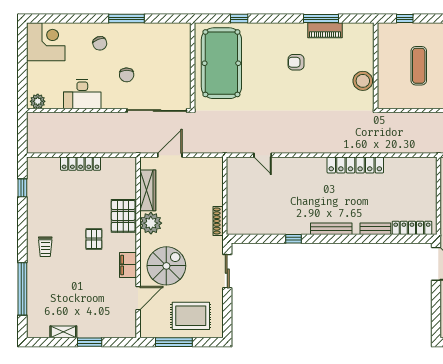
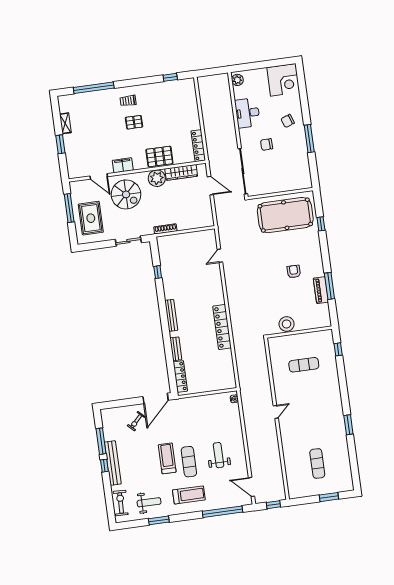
locker: (81, 164) -> (198, 146), moved
pallet: (94, 239) -> (134, 122), moved
window: (294, 239) -> (158, 272), moved

